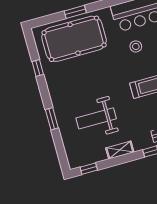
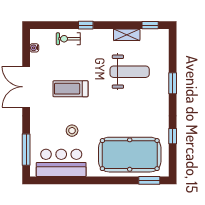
window: (75, 12) -> (149, 180), moved
shelving: (120, 150) -> (127, 35), moved

